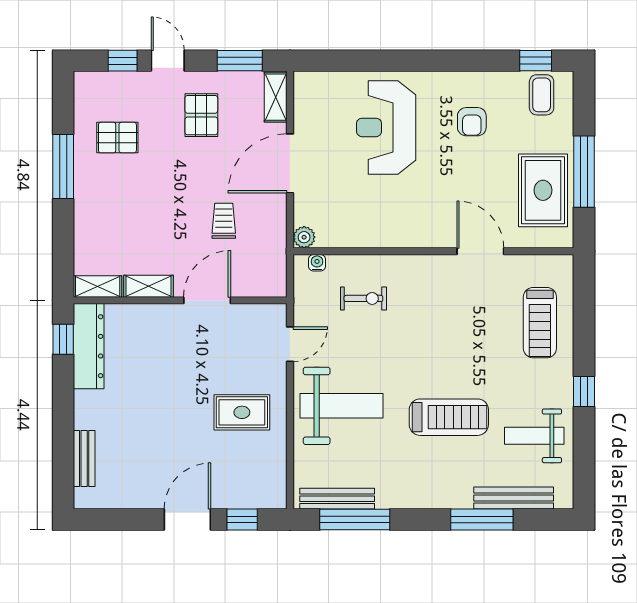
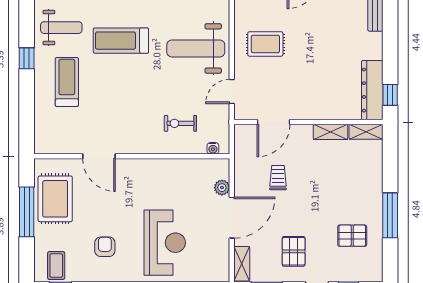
trolley: (224, 221) -> (278, 178), turned 180
plant: (304, 237) -> (222, 188), moved
door: (207, 300) -> (273, 122), moved
treadmill: (540, 323) -> (67, 82), moved

